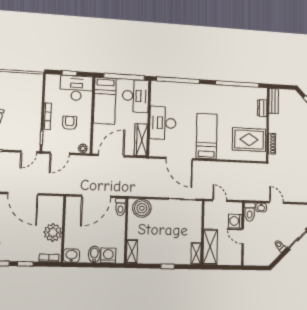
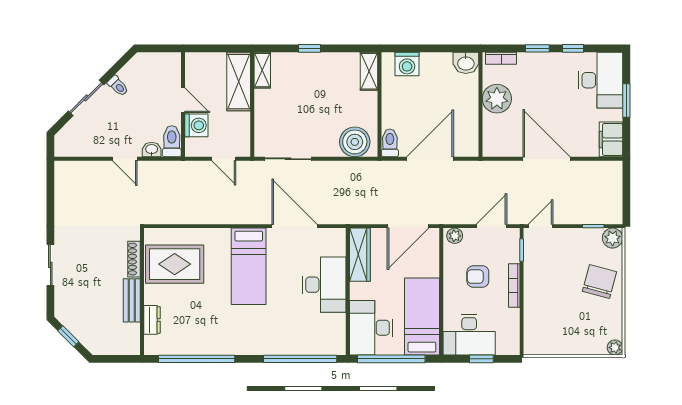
bench: (274, 101) -> (132, 300), moved
armchair: (70, 123) -> (478, 277), turned 90
bidet: (94, 254) -> (430, 65), removed

